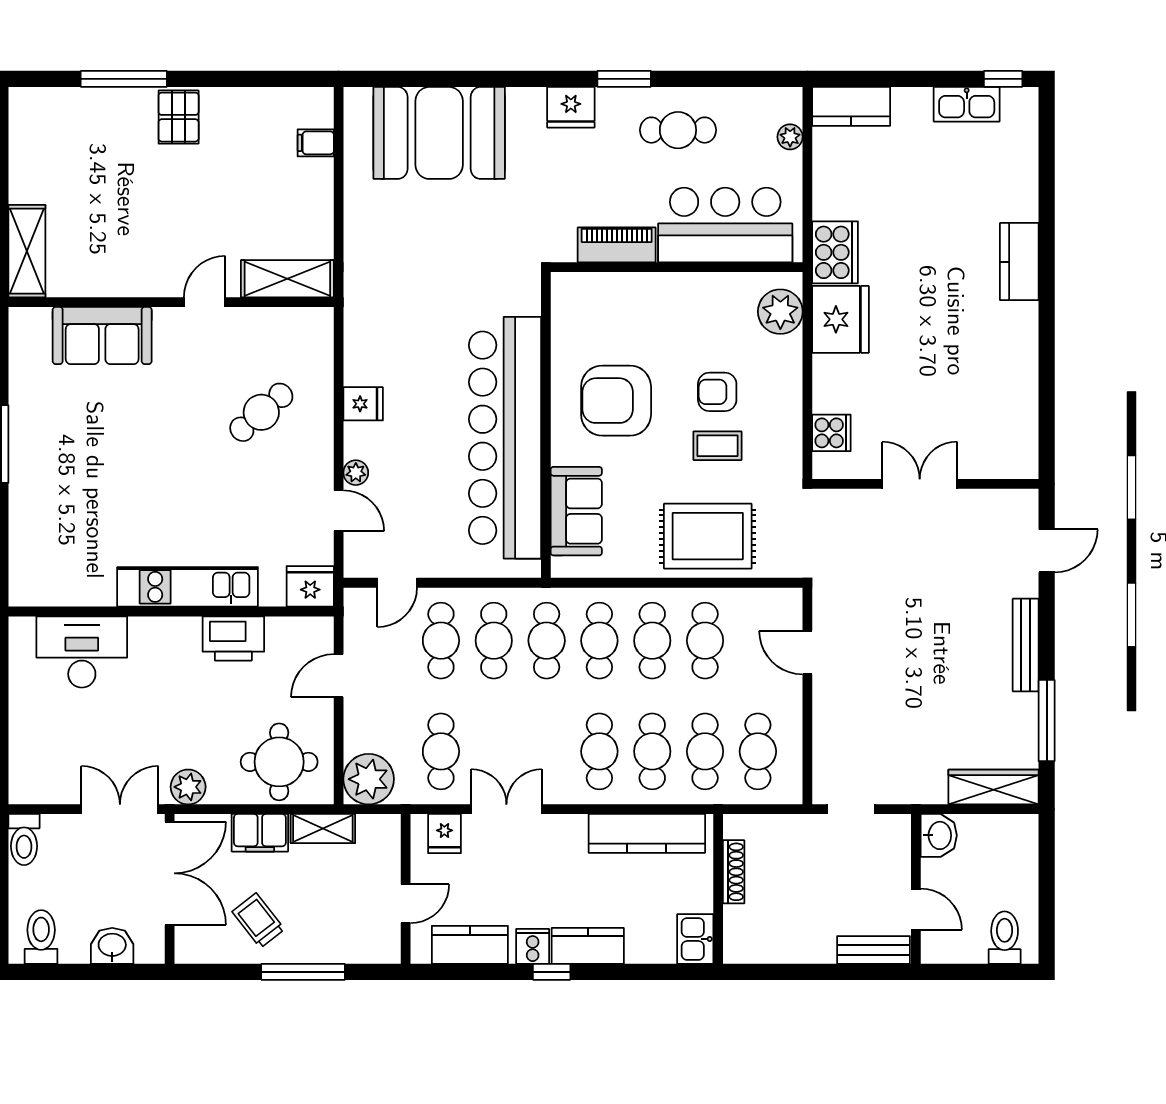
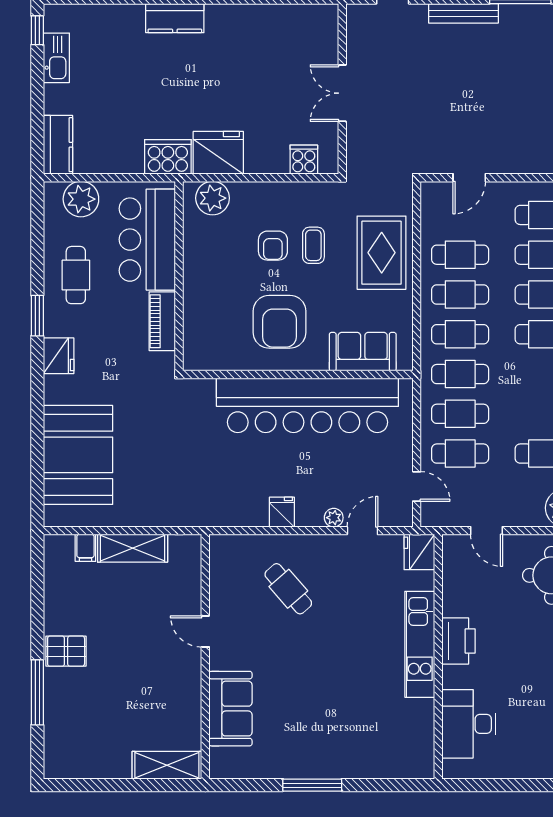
plant: (790, 137) -> (81, 199), width x1.88, depth x1.88
shelving: (287, 279) -> (133, 548), moved, turned 90
printer: (233, 638) -> (459, 641), moved

